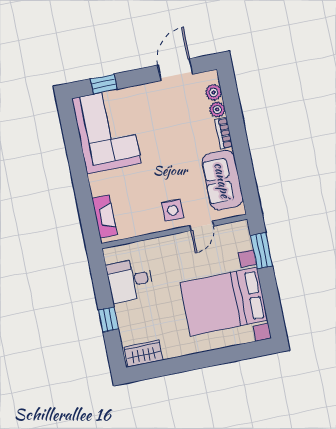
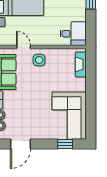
door: (202, 226) -> (23, 47), hinge flipped
desk: (130, 280) -> (73, 34), moved

